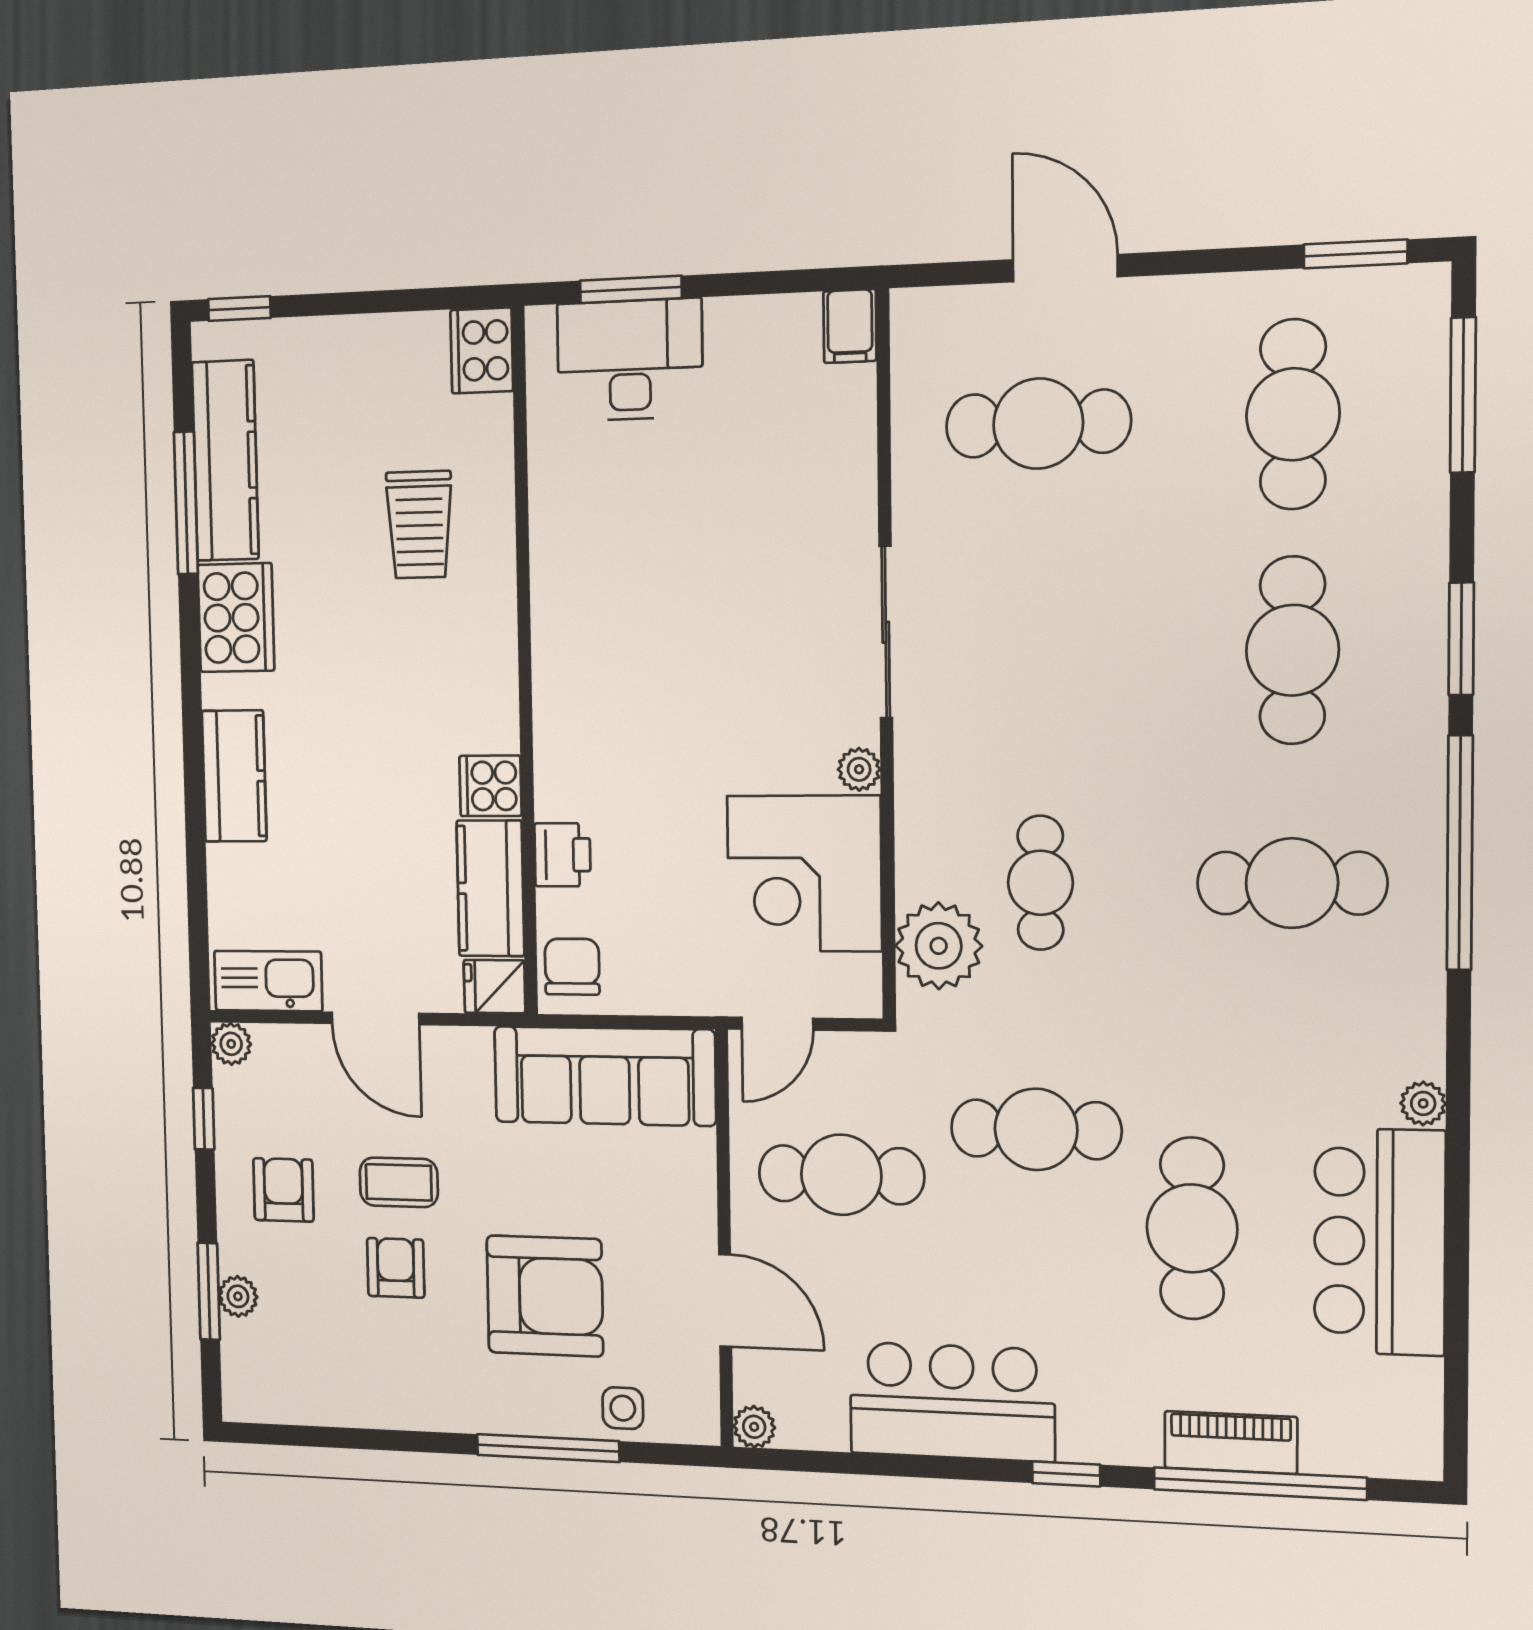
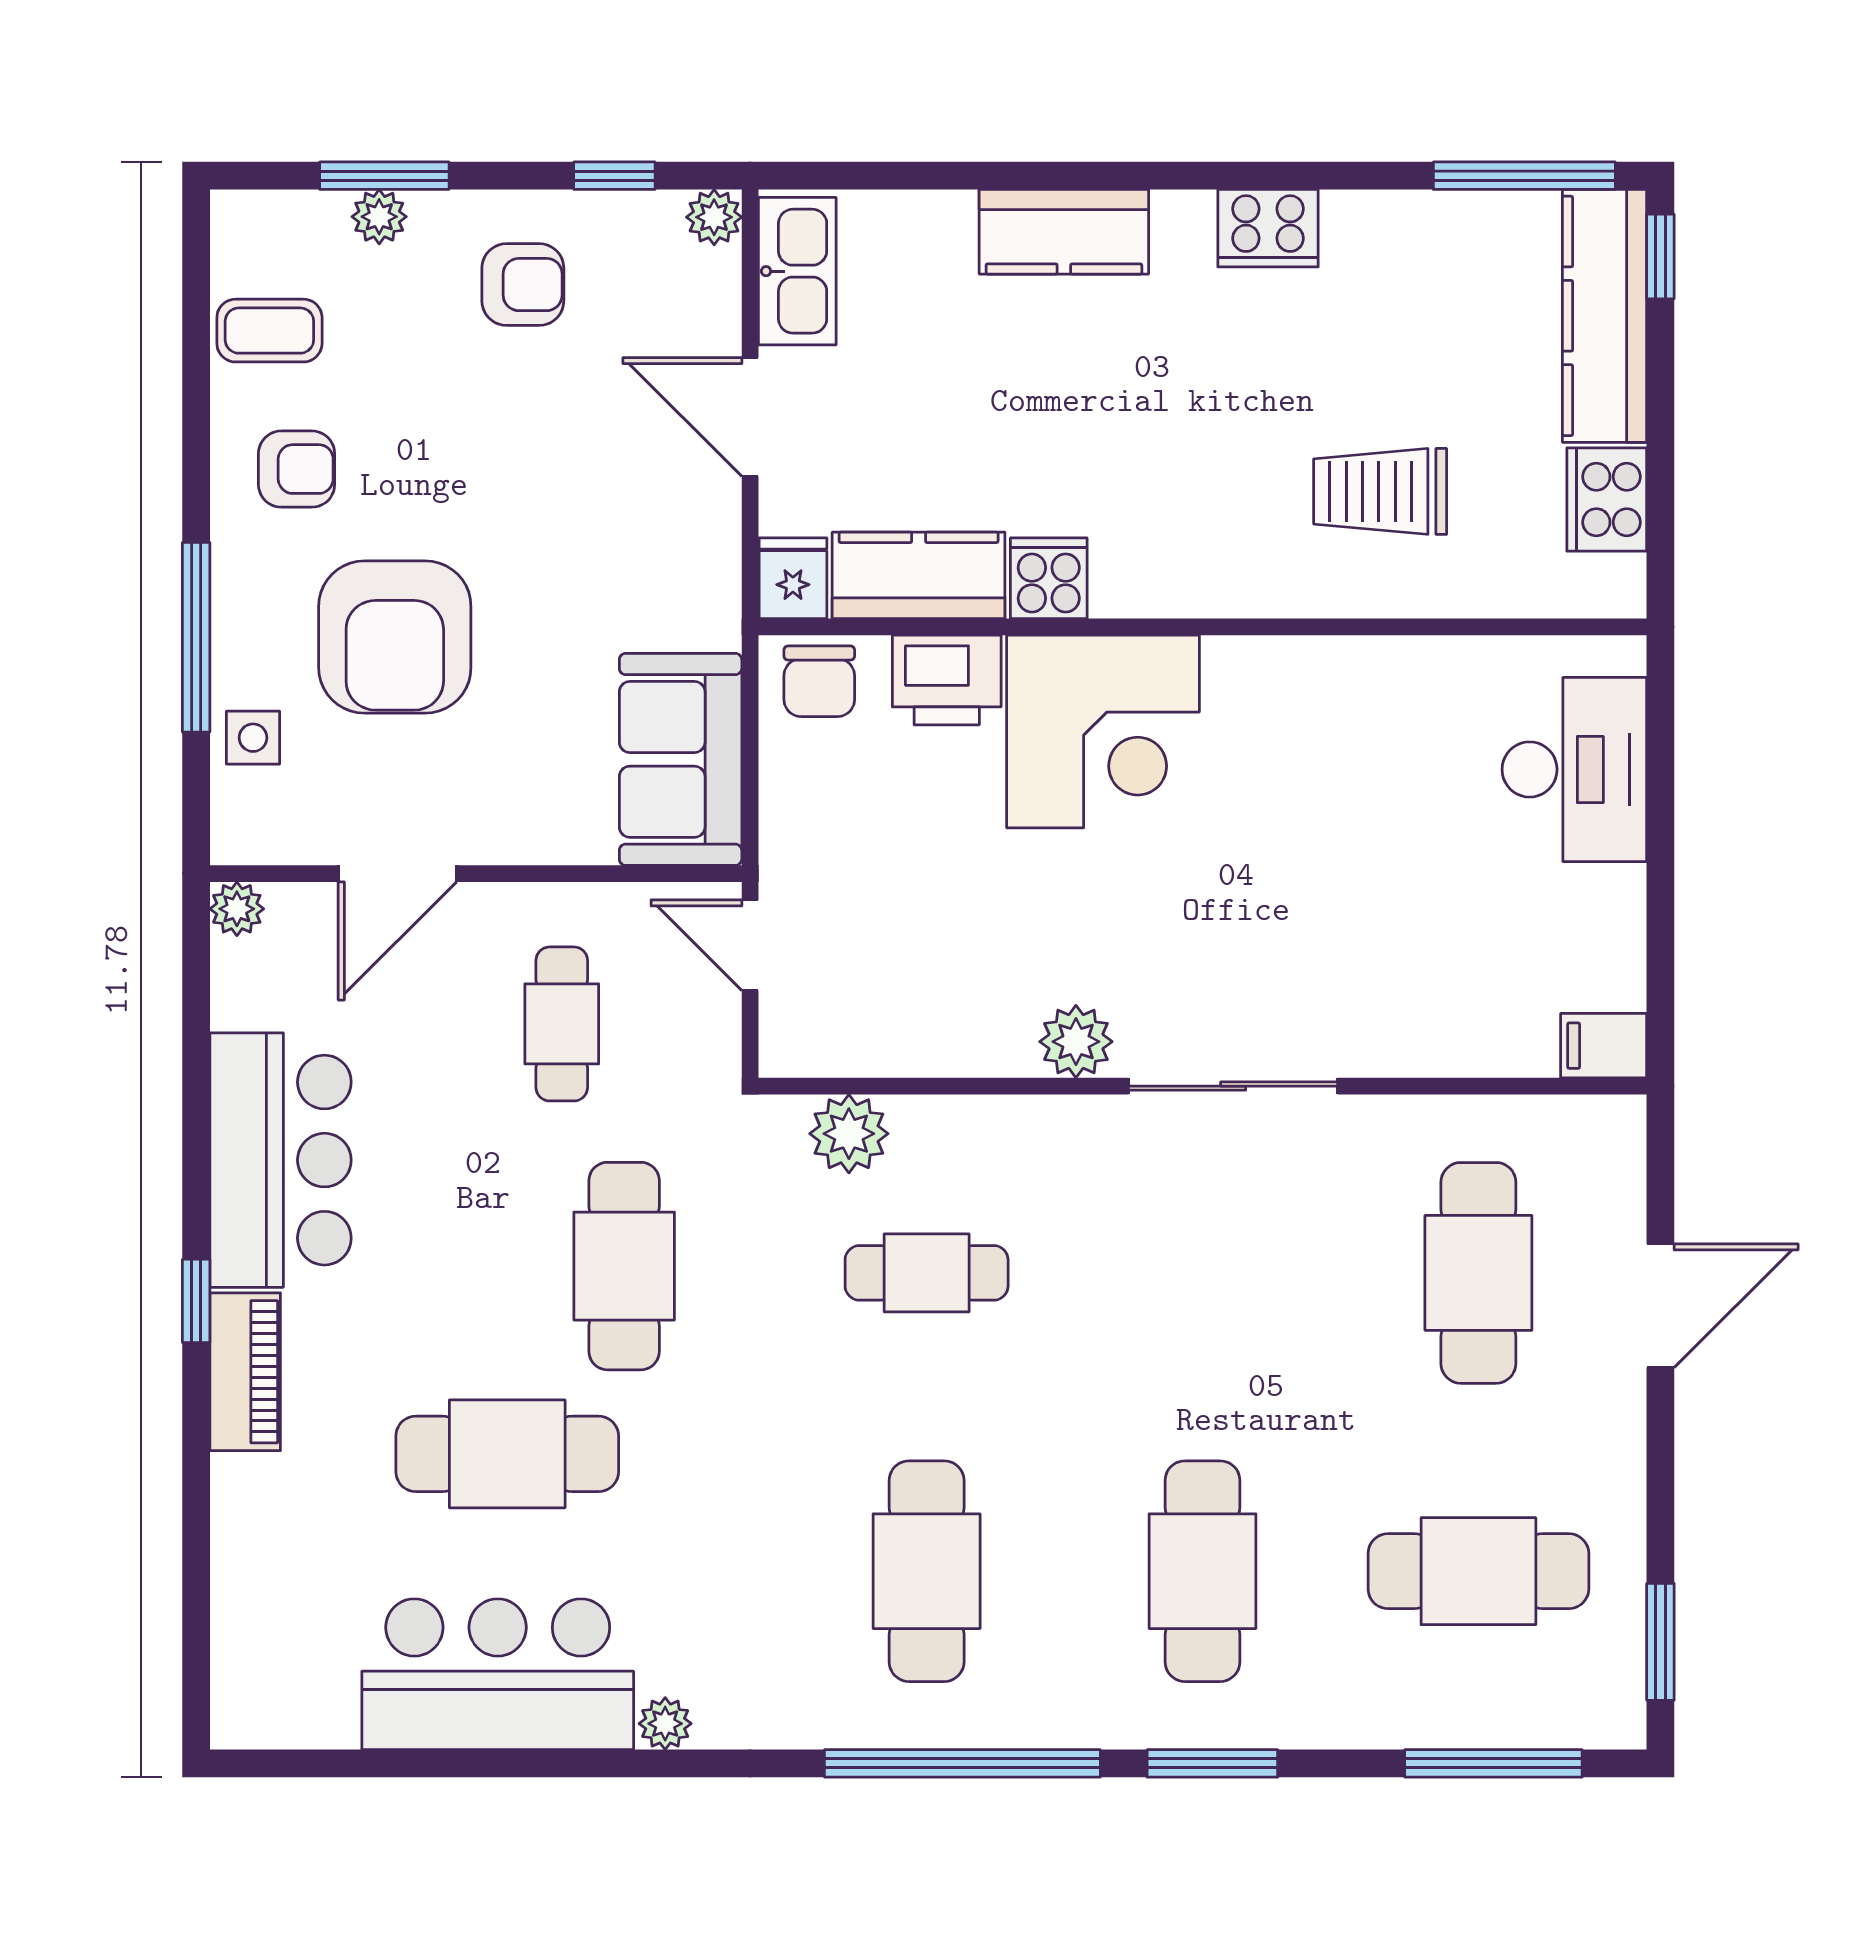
window: (631, 289) -> (1660, 772), removed
cooker: (482, 351) -> (1607, 499), moved, turned -90
kitchen counter: (225, 461) -> (1605, 316), moved, turned 90
window: (186, 503) -> (1524, 176), moved
cooker: (236, 618) -> (1268, 228), width x0.73, depth x0.76
cafe table: (1292, 650) -> (1203, 1571), turned 90
plant: (859, 769) -> (1076, 1042), width x1.38, depth x1.38
printer: (562, 855) -> (947, 680), width x1.36, depth x1.24
corner desk: (804, 873) -> (1103, 731), moved, turned 180
plant: (939, 946) -> (849, 1134), width x0.73, depth x0.73
chair: (572, 967) -> (819, 681), turned 90
door: (375, 1018) -> (750, 417), hinge flipped
sofa: (605, 1076) -> (681, 759), width x0.73
cafe table: (841, 1175) -> (562, 1024), width x0.73, depth x0.74
coffee table: (399, 1182) -> (269, 331), moved, turned 90
armchair: (396, 1268) -> (297, 469), moved
piano: (1231, 1443) -> (245, 1372), moved
window: (1260, 1484) -> (196, 1535), removed

